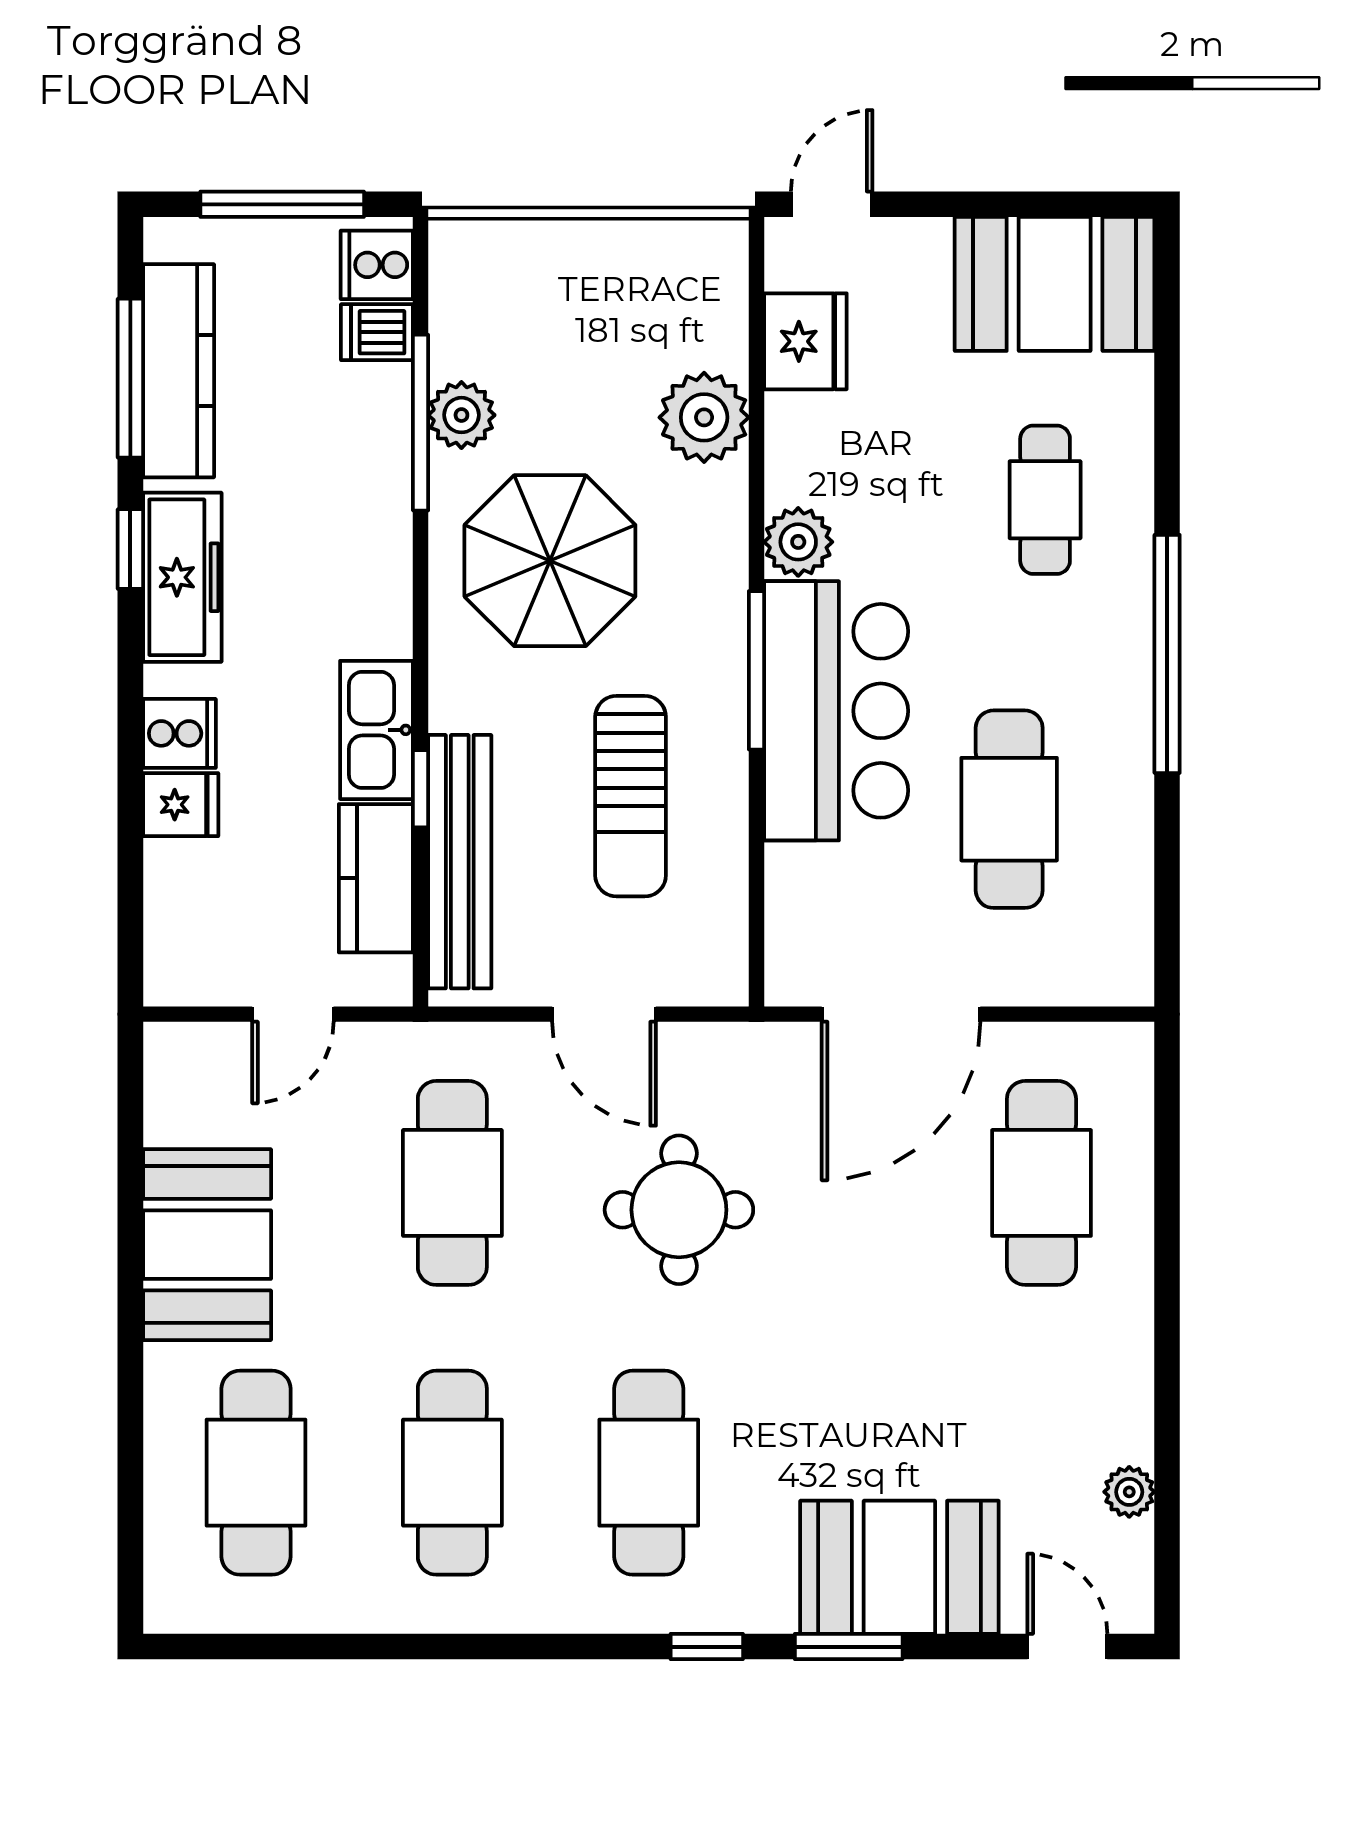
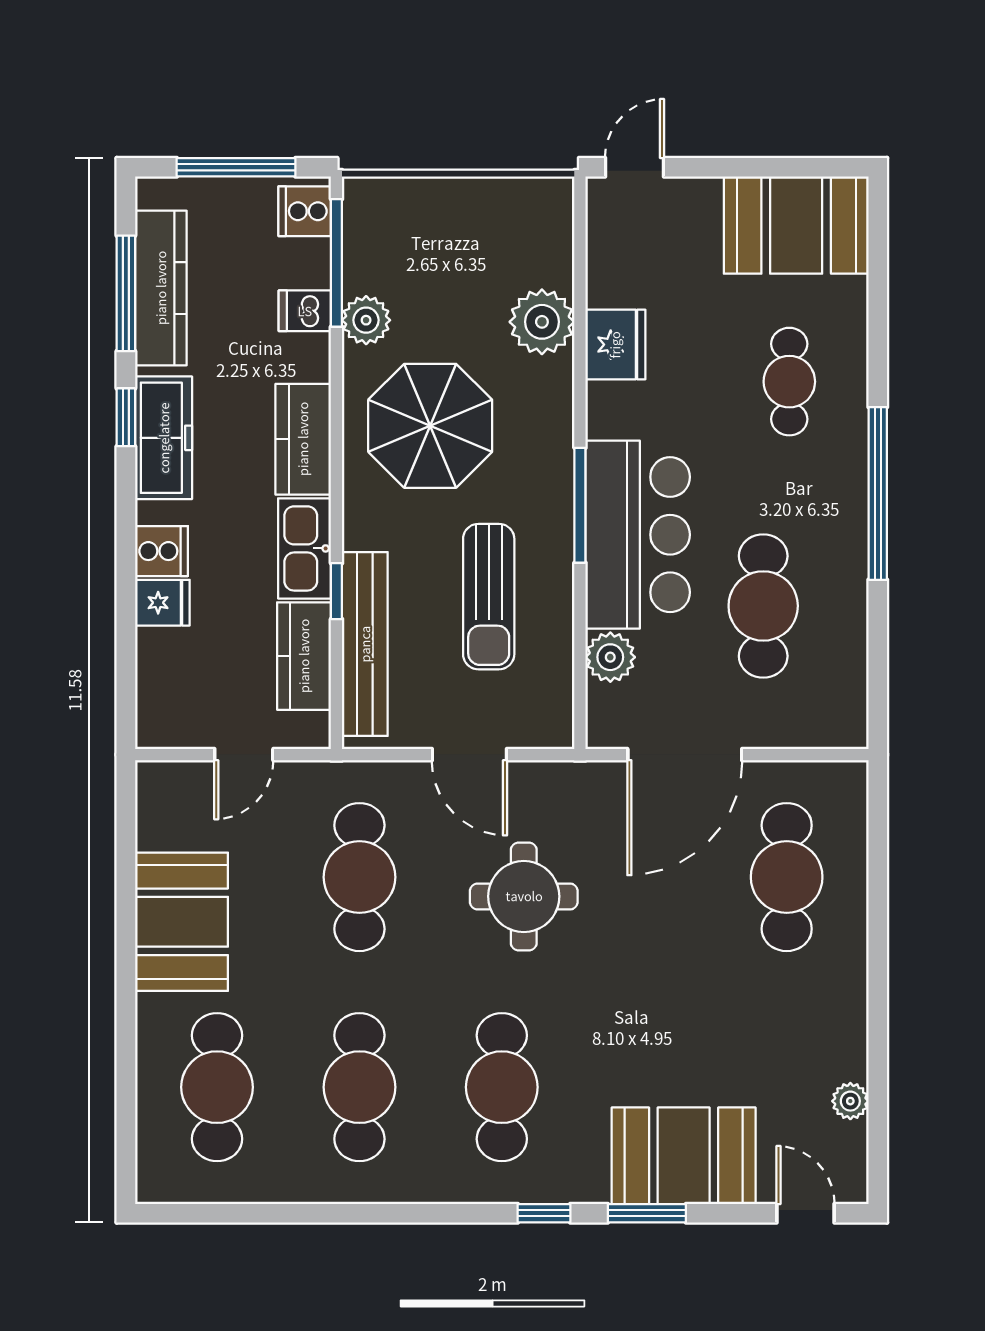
dishwasher: (377, 332) -> (305, 311), moved
fridge: (805, 341) -> (615, 345), moved
window: (421, 423) -> (336, 263), moved
plant: (798, 542) -> (610, 657), moved
kitchen counter: (375, 579) -> (303, 439), added

